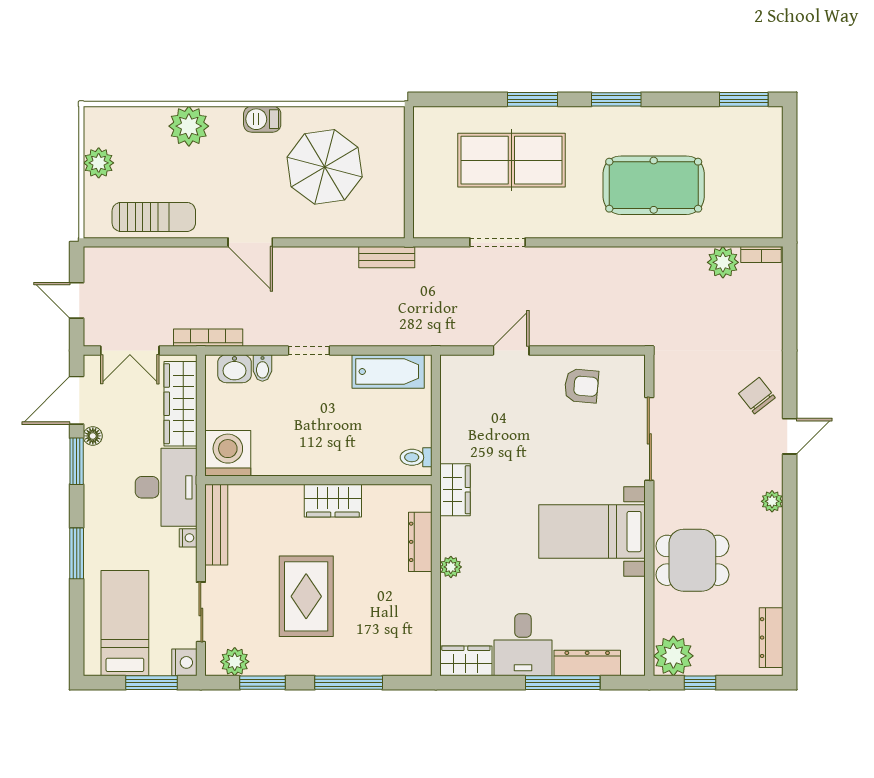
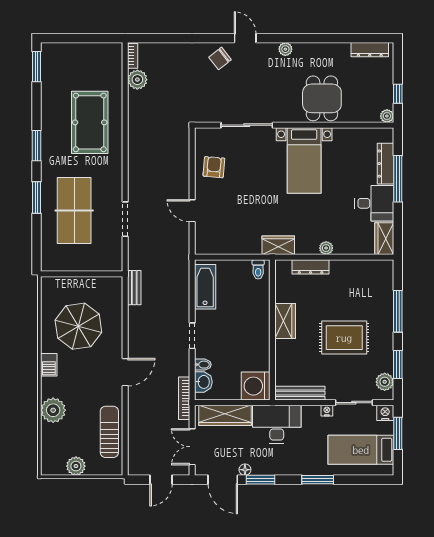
double door: (130, 350) -> (192, 447), swing flipped
nightstand: (188, 538) -> (327, 411), moved
plant: (673, 656) -> (387, 116), width x0.53, depth x0.53

